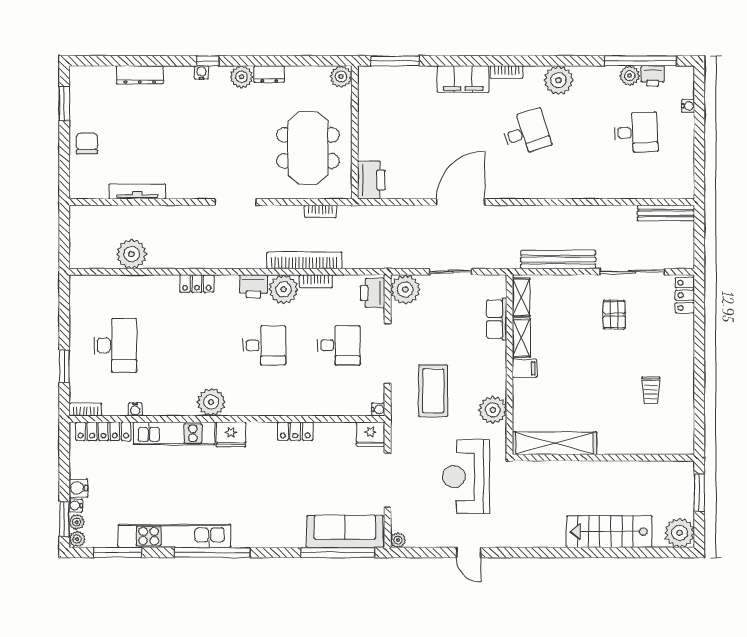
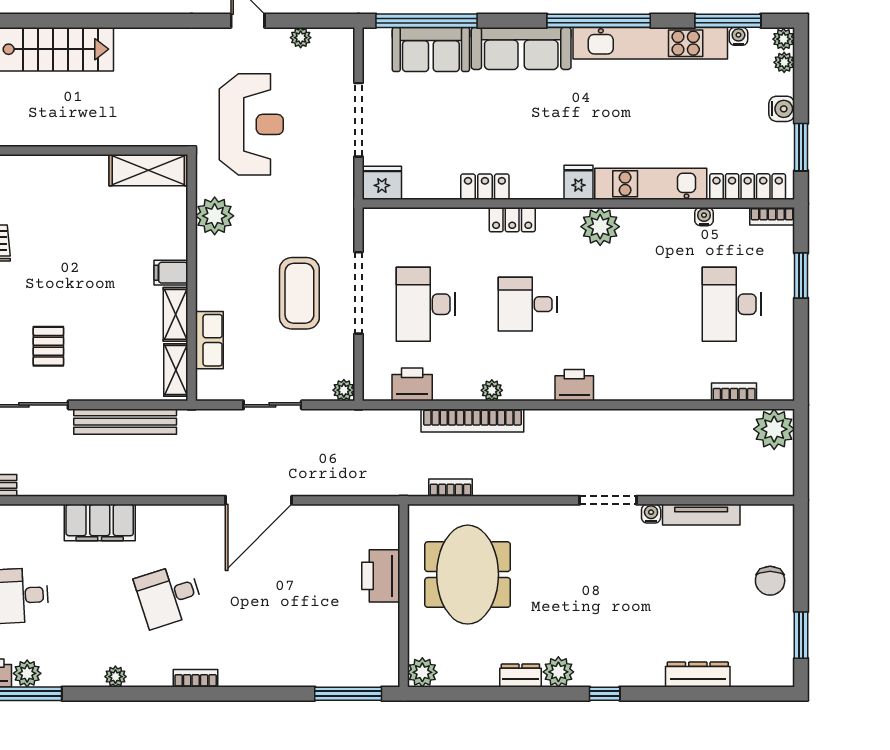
water cooler: (201, 73) -> (651, 514), moved, turned 180
filing cabinet: (463, 79) -> (100, 523), moved, turned 180
plant: (558, 80) -> (115, 677), width x0.53, depth x0.53
printer: (371, 180) -> (381, 576), moved
doorway: (235, 202) -> (608, 500), moved
plant: (132, 254) -> (774, 429), moved
bookcase: (316, 281) -> (734, 392), moved
locker: (197, 284) -> (512, 220), moved, turned 180
printer: (253, 286) -> (574, 385), moved
plant: (283, 289) -> (492, 390), width x0.53, depth x0.53
plant: (405, 290) -> (344, 390), width x0.53, depth x0.53
printer: (373, 293) -> (412, 384), moved, turned -90
desk: (339, 345) -> (425, 304), width x1.37
coffee table: (433, 391) -> (299, 293), moved
water cooler: (378, 409) -> (372, 216), removed
fridge: (231, 434) -> (578, 182), width x0.72
shelving: (555, 443) -> (148, 170), width x0.68
water cooler: (76, 506) -> (738, 36), moved, turned -90
window: (64, 519) -> (801, 147), moved
sofa: (345, 531) -> (431, 49), width x0.73
sofa: (269, 532) -> (521, 48), added
plant: (398, 540) -> (301, 38), moved

